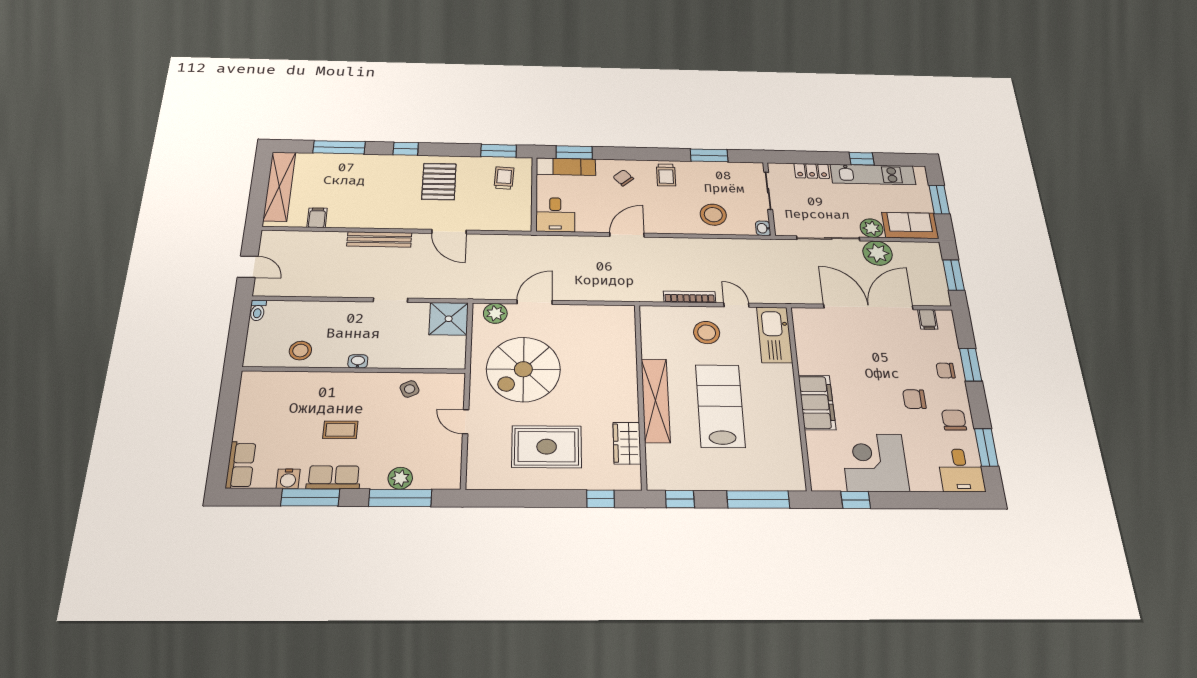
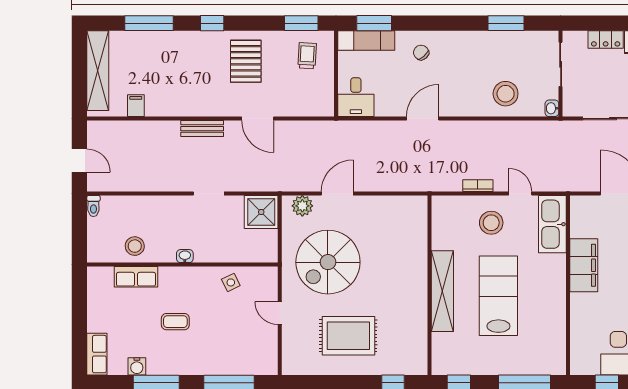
trolley: (666, 175) -> (463, 48), removed
bench: (379, 239) -> (202, 129), width x0.73
bookcase: (690, 297) -> (478, 186), width x0.64
filing cabinet: (817, 402) -> (584, 265), moved
wardrobe: (627, 443) -> (416, 332), removed
row of seats: (334, 477) -> (136, 277), moved, turned 180
plant: (400, 478) -> (228, 365), removed

